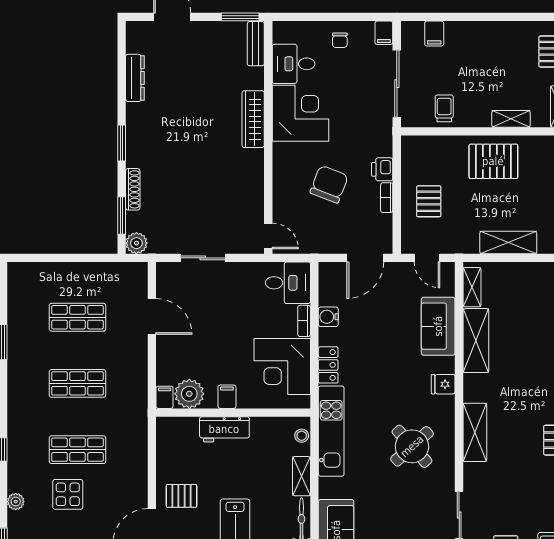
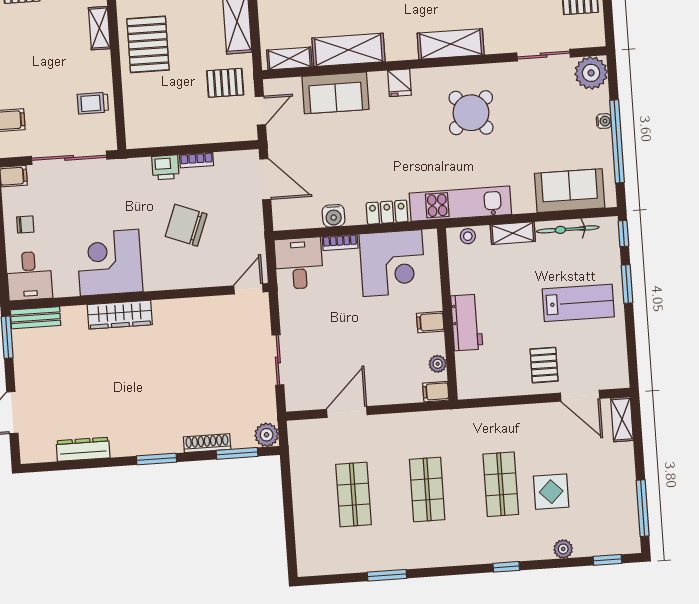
desk: (294, 64) -> (29, 276), moved
pallet: (429, 201) -> (225, 83), moved
plant: (189, 394) -> (438, 364), width x0.53, depth x0.53

